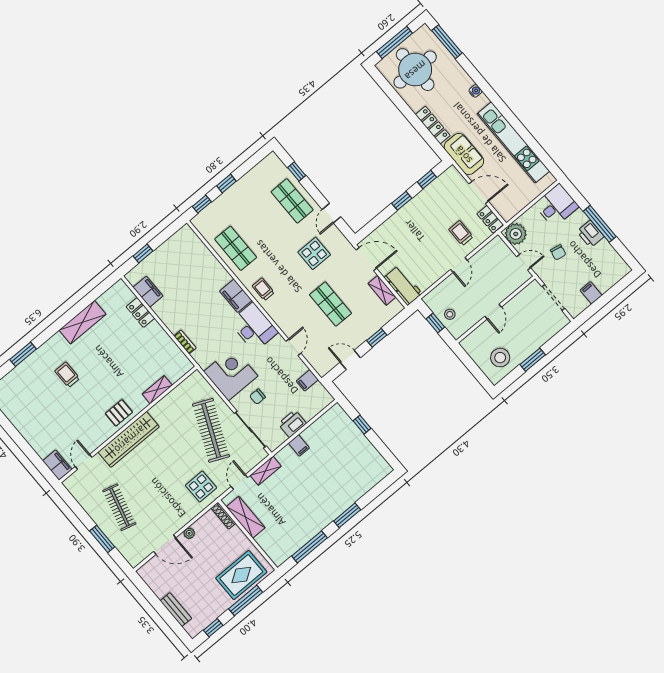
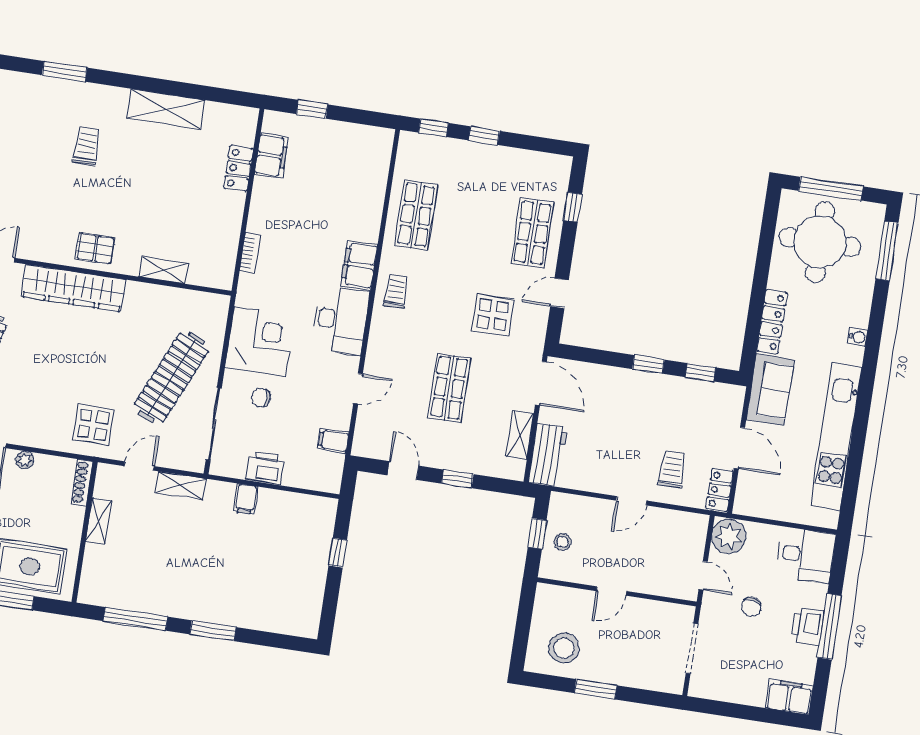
filing cabinet: (591, 293) -> (789, 697), moved, width x2.00
shelving: (246, 517) -> (99, 521), width x0.67, depth x0.75

